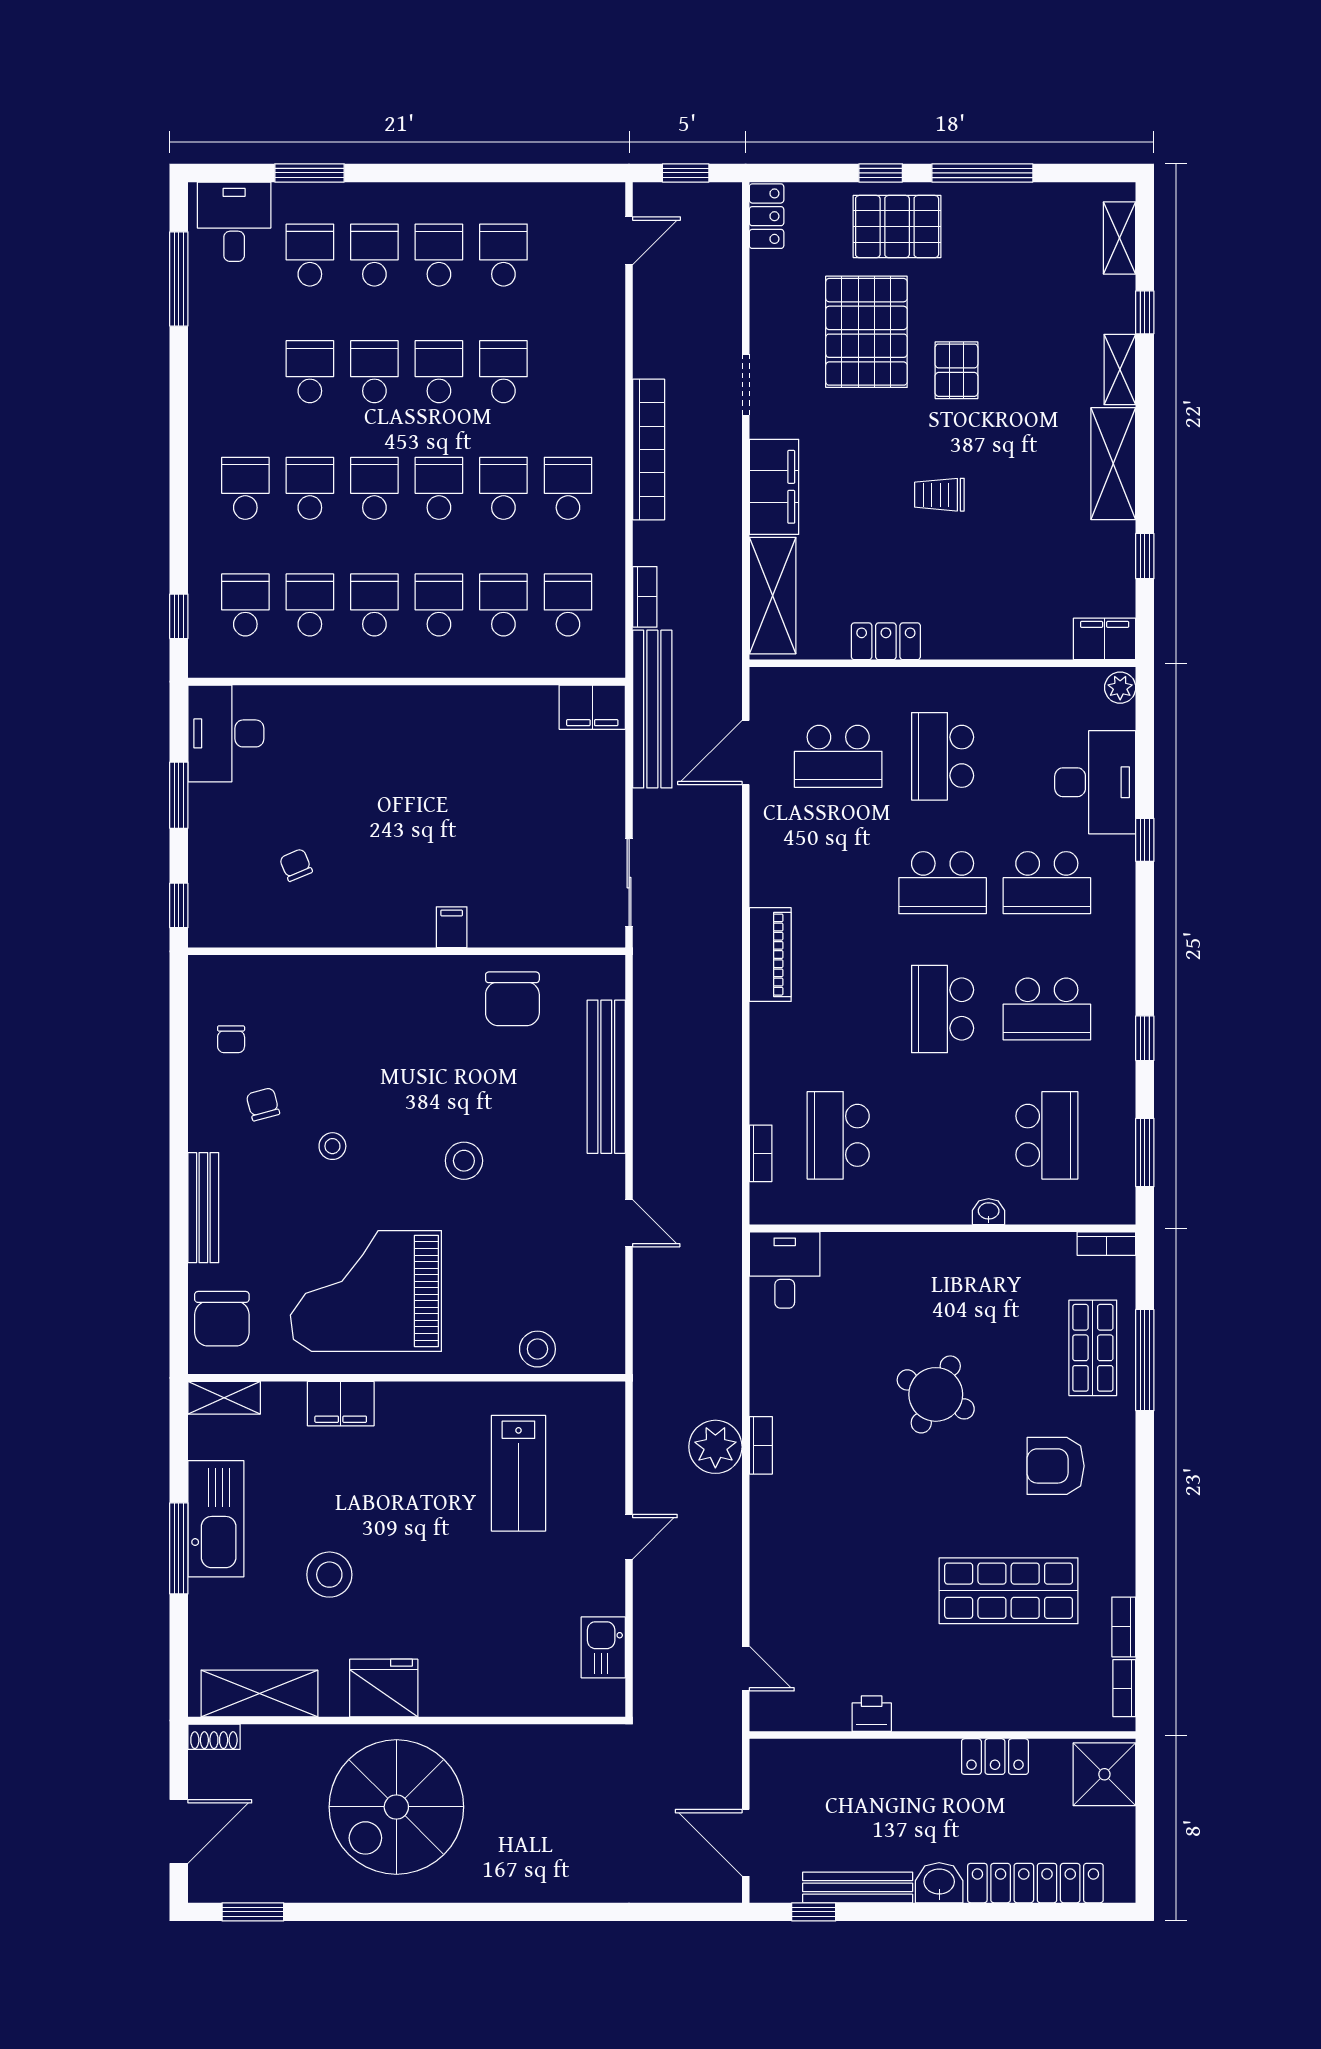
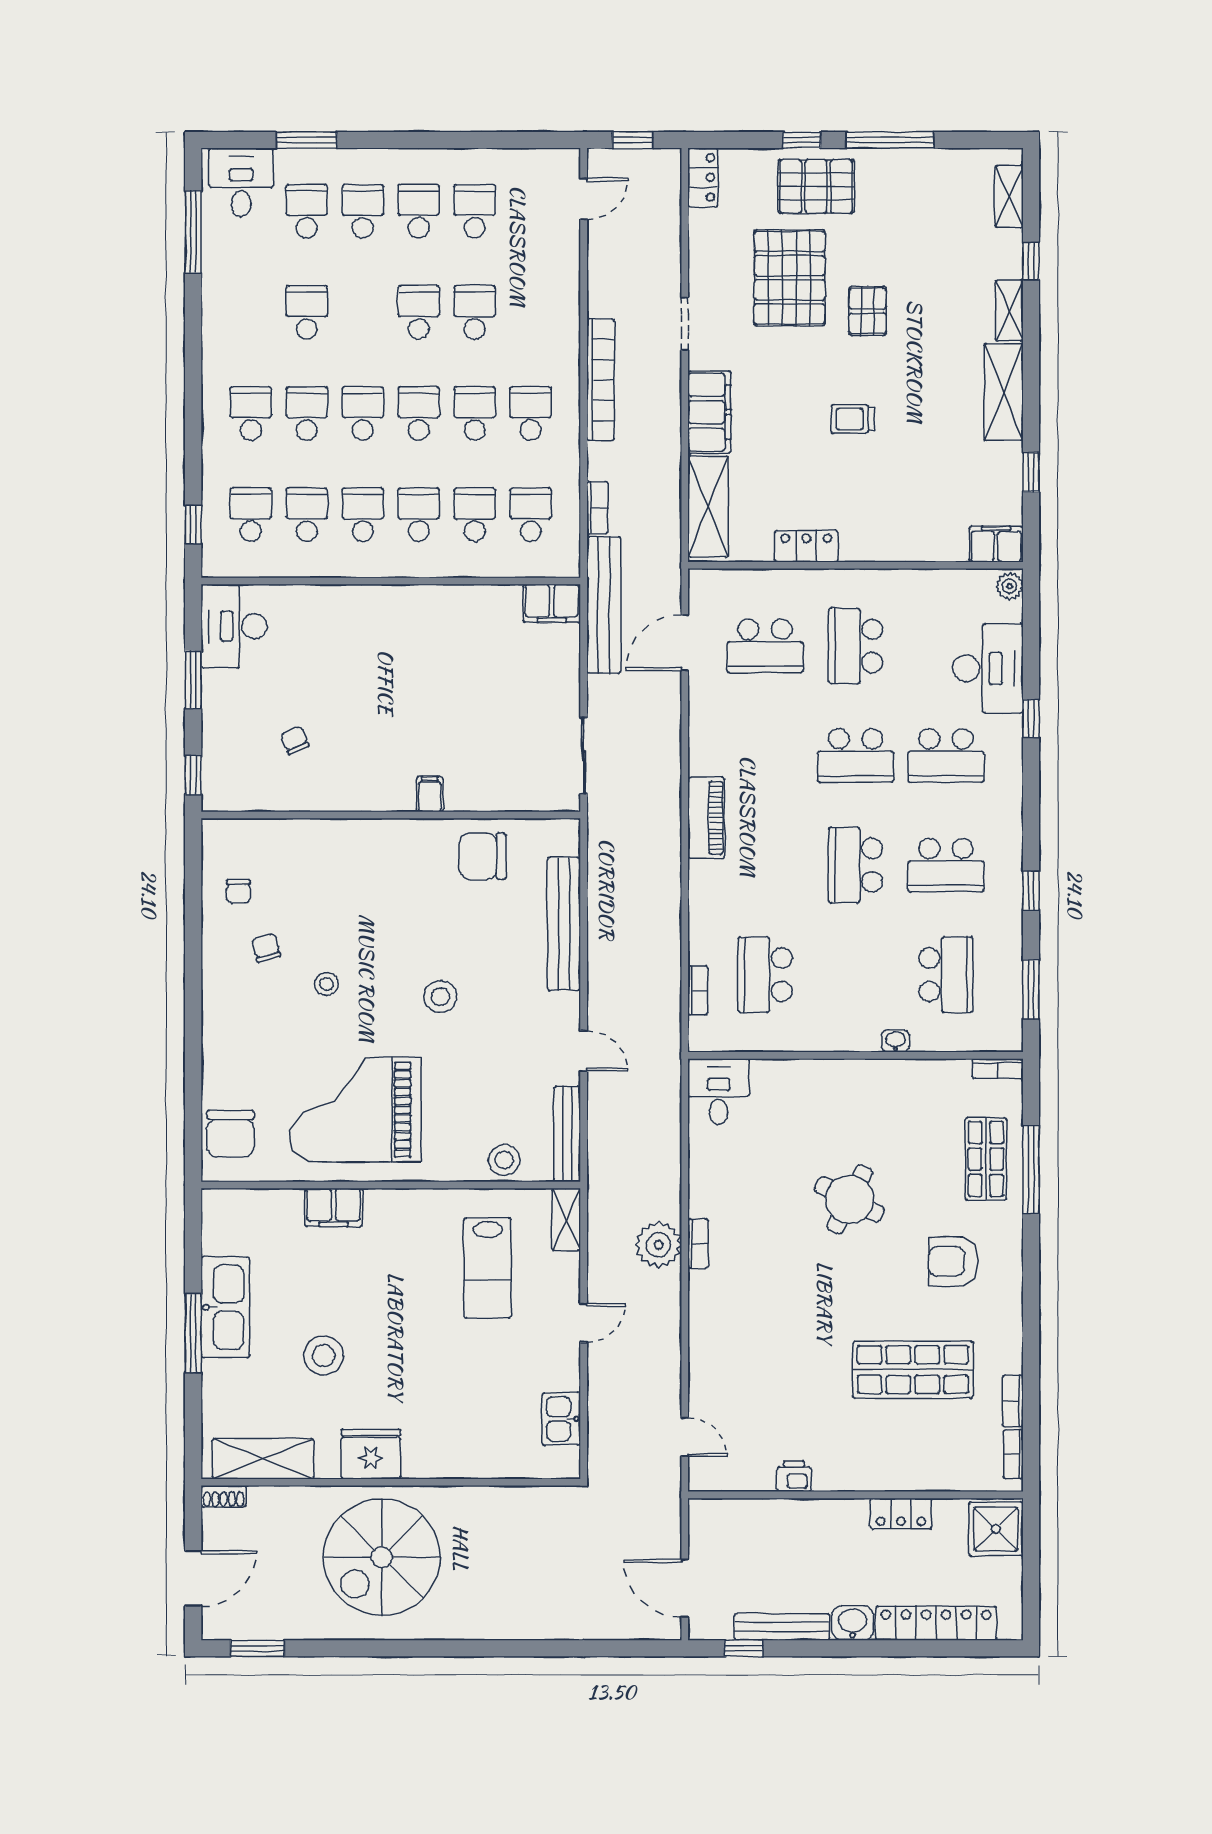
school desk: (374, 372) -> (363, 312), removed
chair: (512, 999) -> (482, 856), turned 90
bench: (203, 1208) -> (567, 1134), moved
shelving: (224, 1398) -> (566, 1220), moved, turned 90

